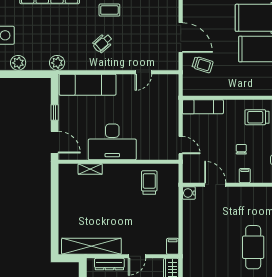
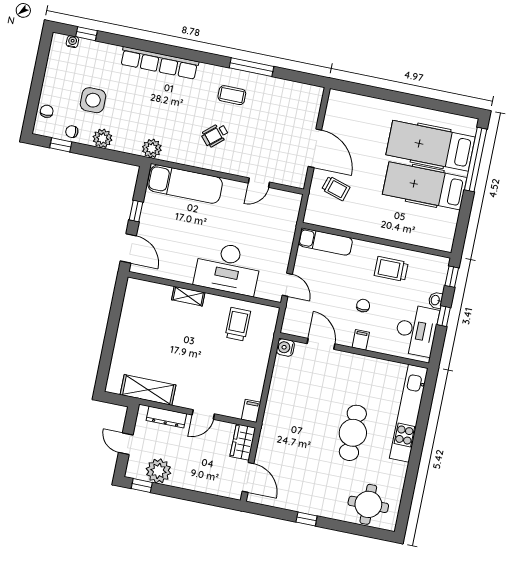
desk: (112, 142) -> (228, 268), moved
shelving: (90, 169) -> (188, 296), moved
shelving: (91, 246) -> (148, 390), width x0.68

